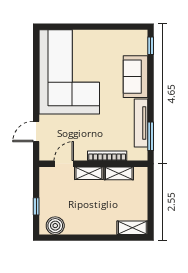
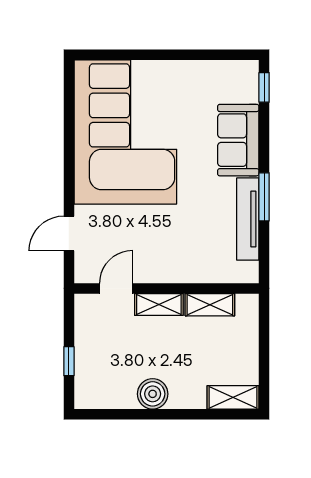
window: (151, 136) -> (264, 197), moved
bookcase: (107, 156) -> (190, 275), removed
boiler: (55, 226) -> (153, 394), moved

